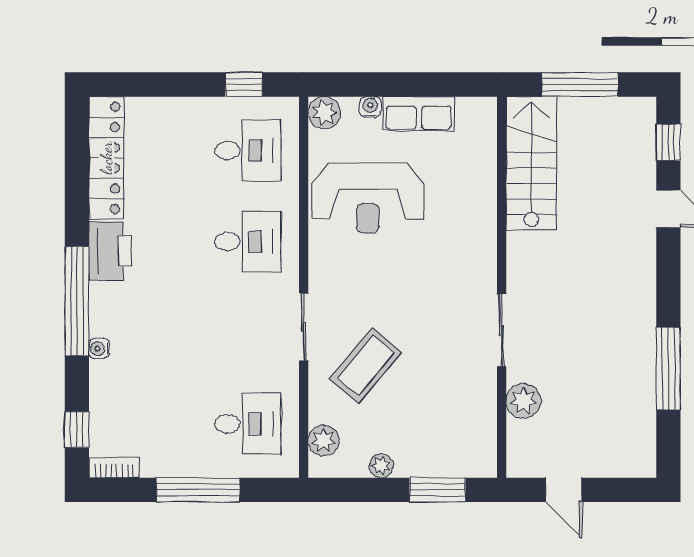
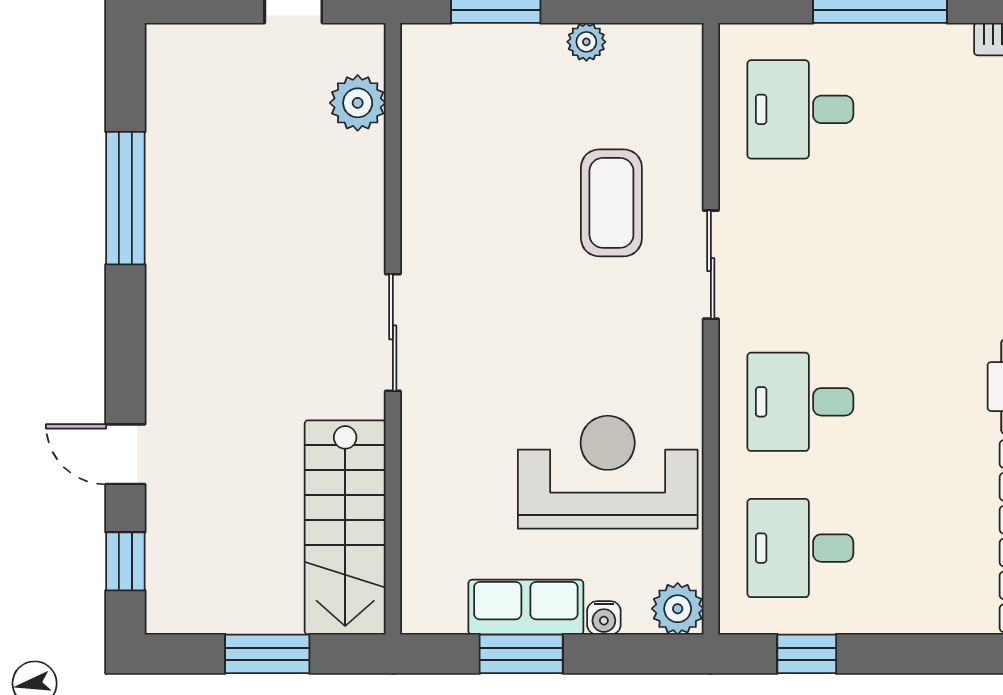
window: (422, 85) -> (521, 654), added
window: (580, 85) -> (267, 654), width x0.69
sliding door: (502, 330) -> (393, 332), moved
coffee table: (366, 366) -> (611, 203), turned -40
plant: (524, 401) -> (358, 103), moved
plant: (324, 441) -> (679, 83), removed

